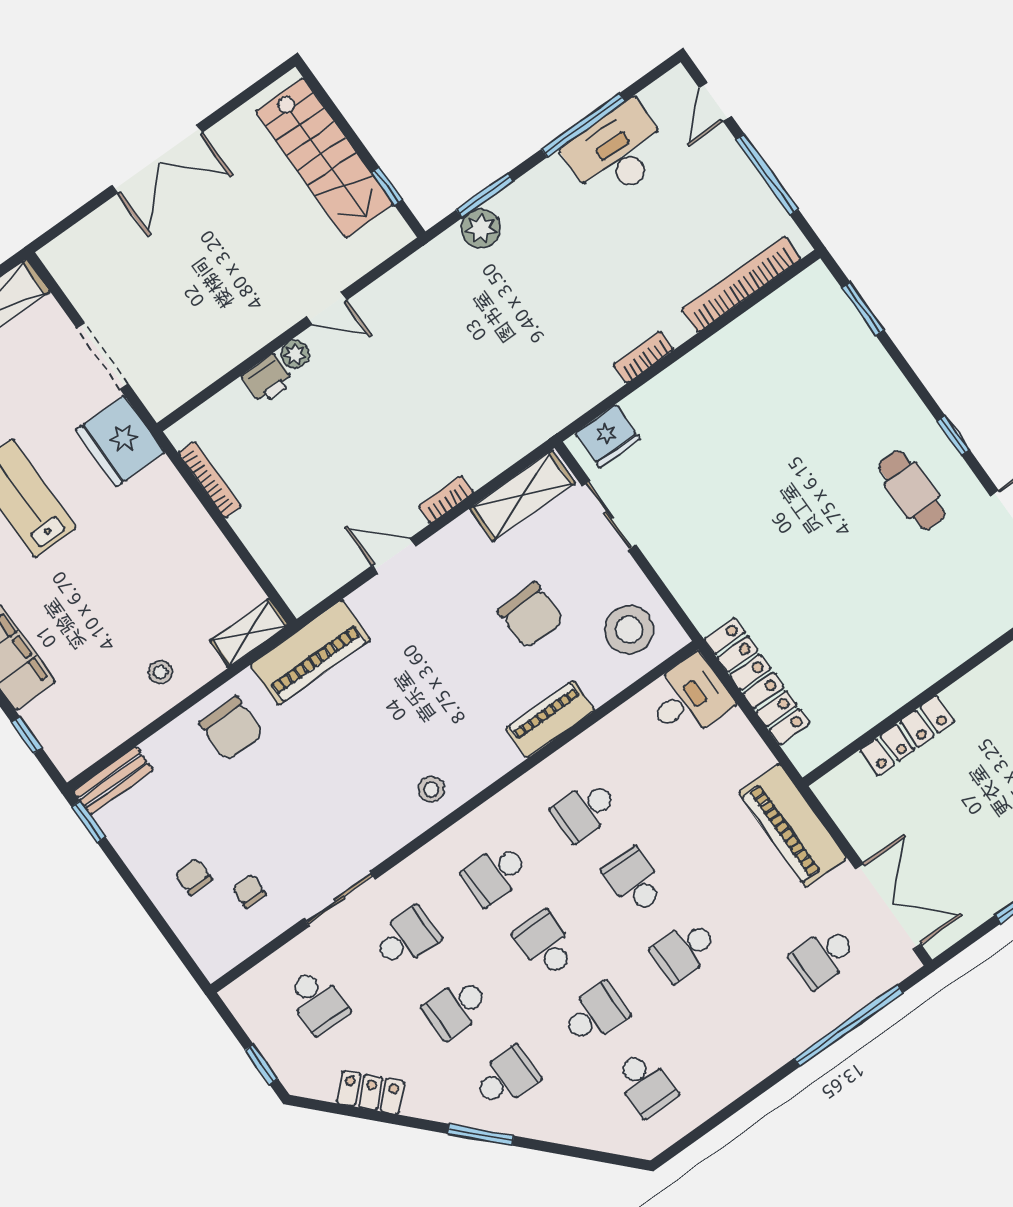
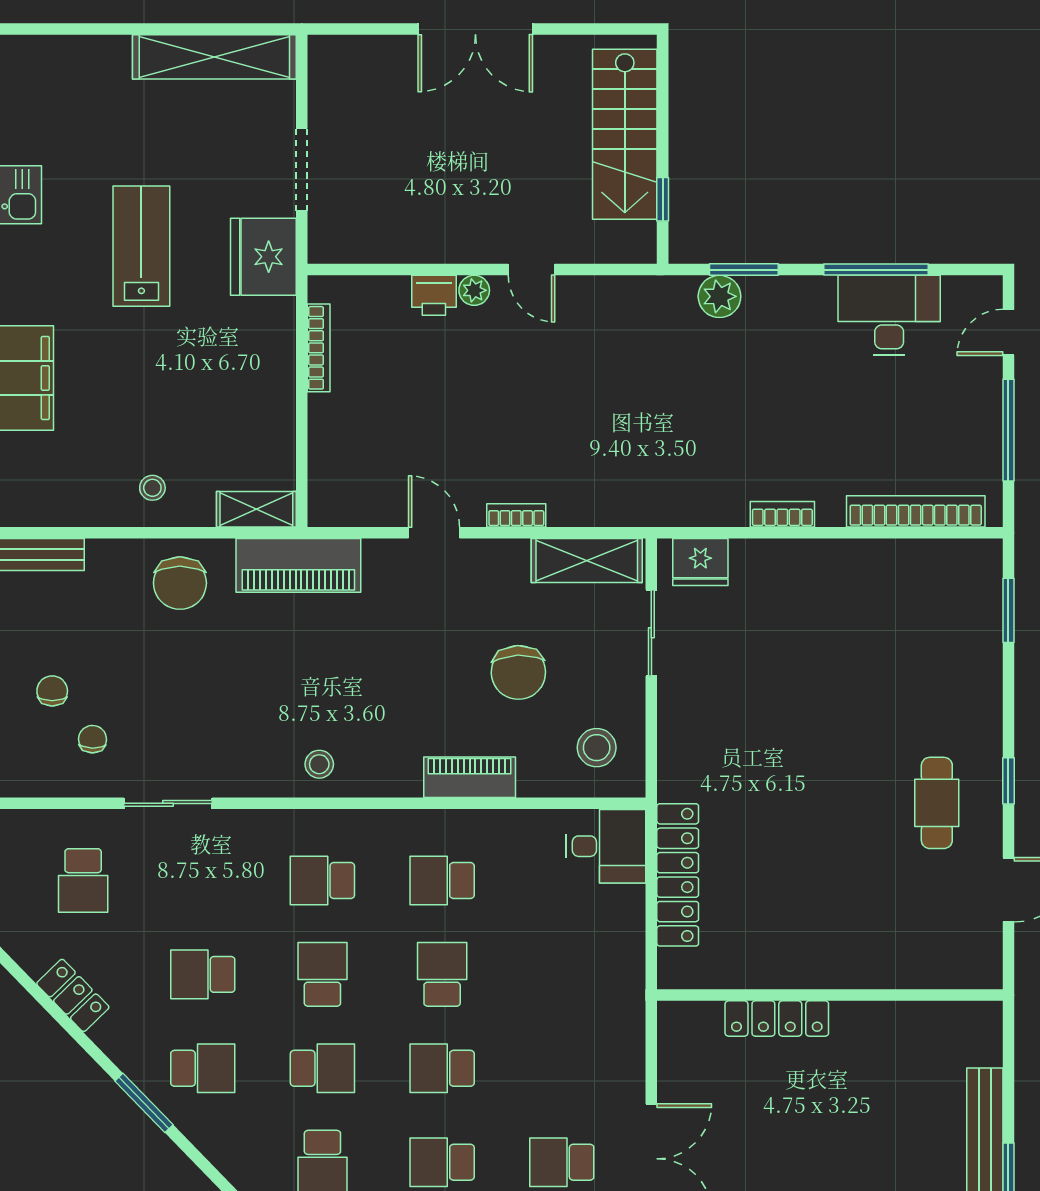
stool: (629, 630) -> (597, 748), width x0.73, depth x0.73
piano: (793, 825) -> (618, 1026), removed
school desk: (406, 938) -> (442, 1162), moved, turned 180

